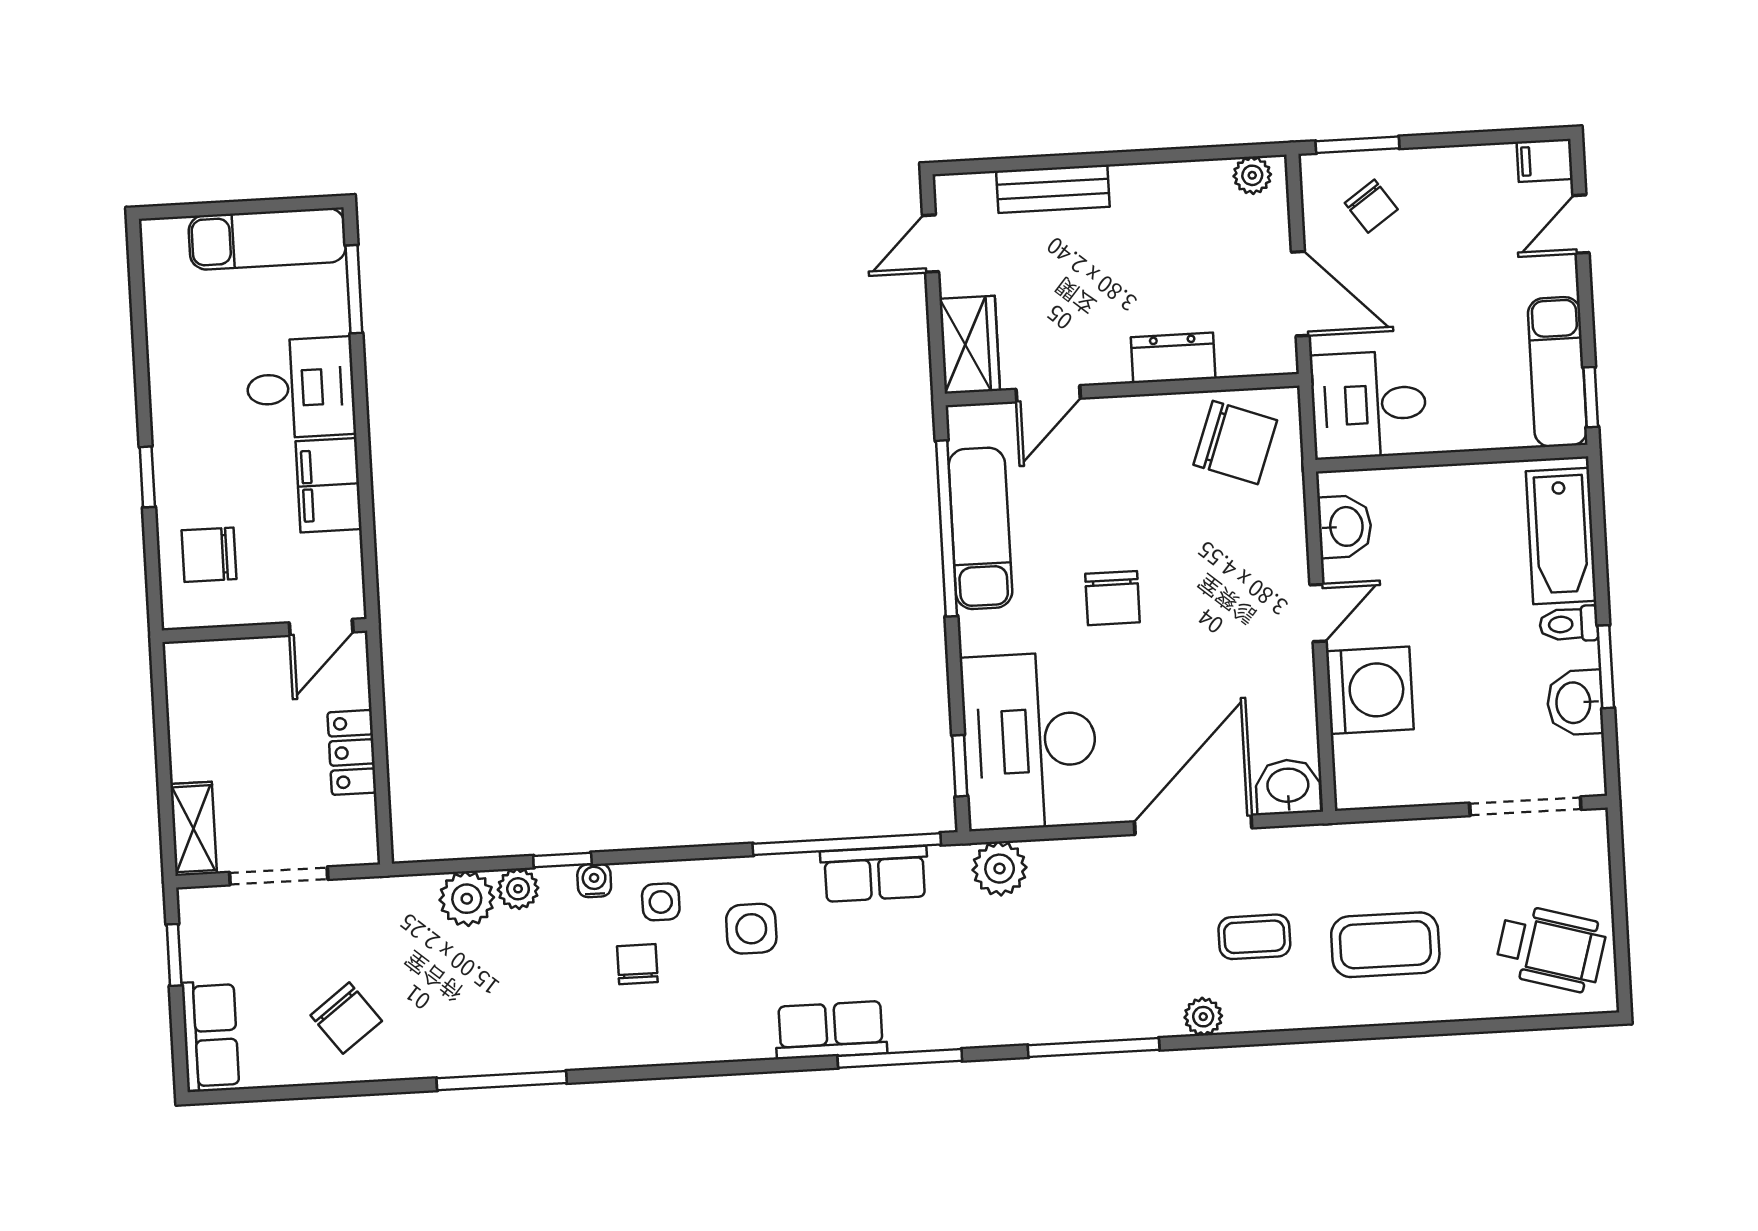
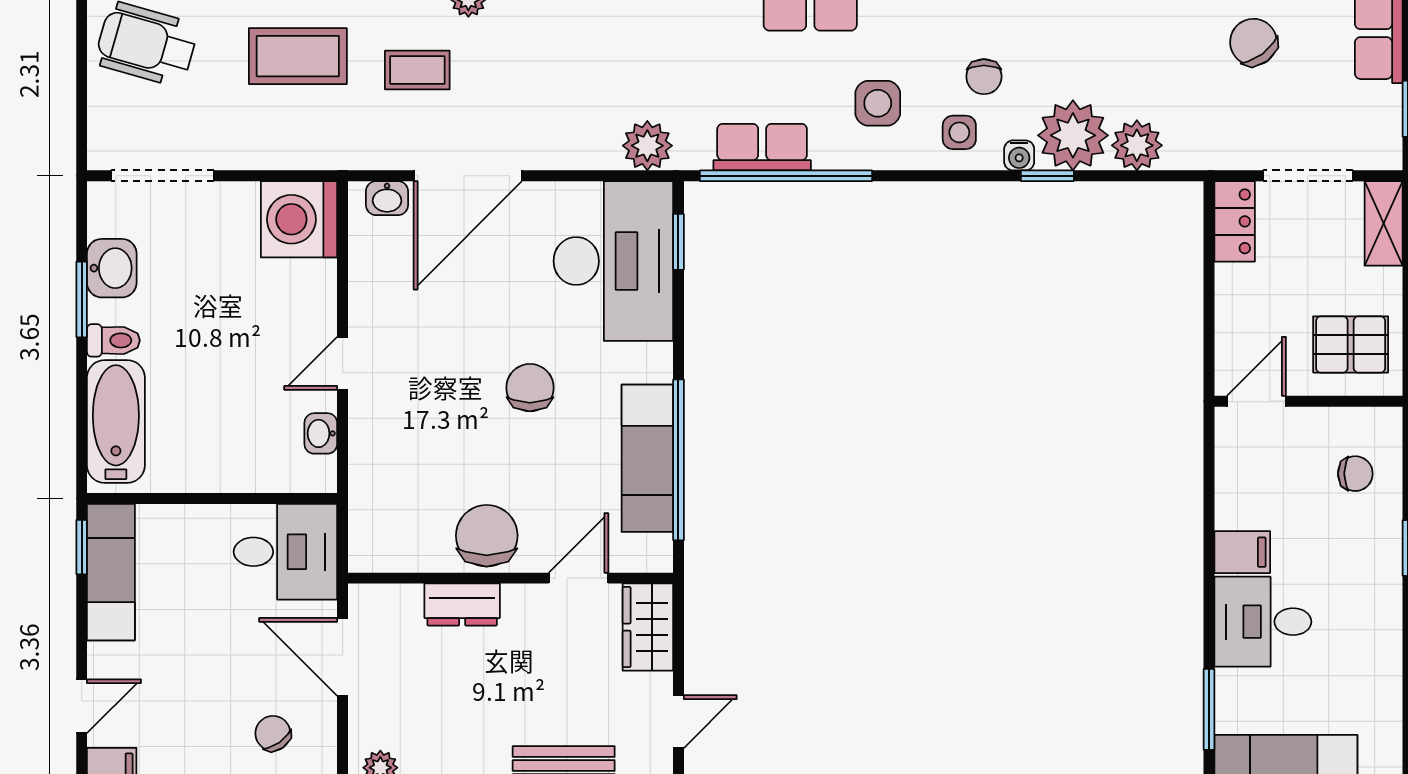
chair: (1235, 442) -> (487, 536), moved, turned 70
filing cabinet: (329, 485) -> (1242, 552), width x0.50
washbasin: (1345, 527) -> (321, 433), width x0.72, depth x0.69
chair: (209, 555) -> (1355, 474), width x0.73, depth x0.73
washing machine: (1370, 690) -> (299, 219), moved
pallet: (222, 695) -> (1351, 344), added
locker: (352, 752) -> (1235, 221), moved
washbasin: (1288, 787) -> (387, 198), width x0.72, depth x0.69
plant: (518, 889) -> (1073, 135), width x1.87, depth x1.87

